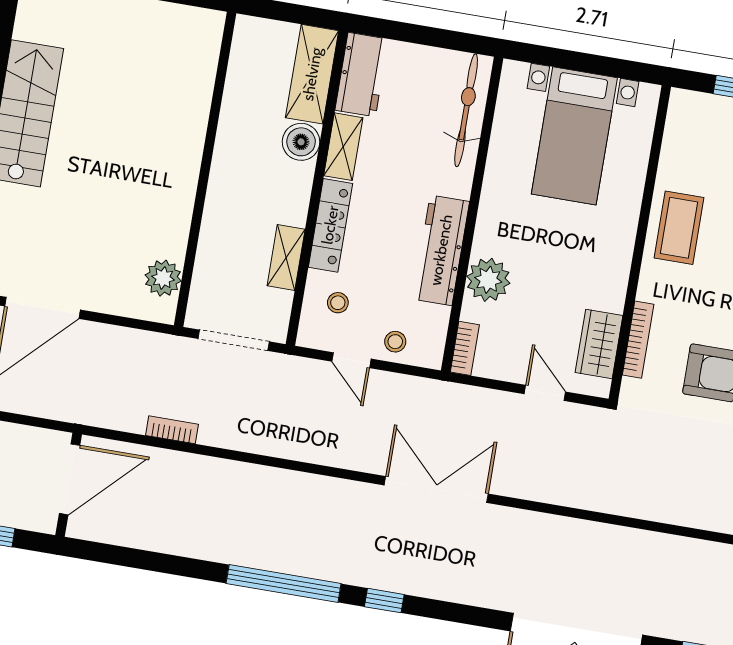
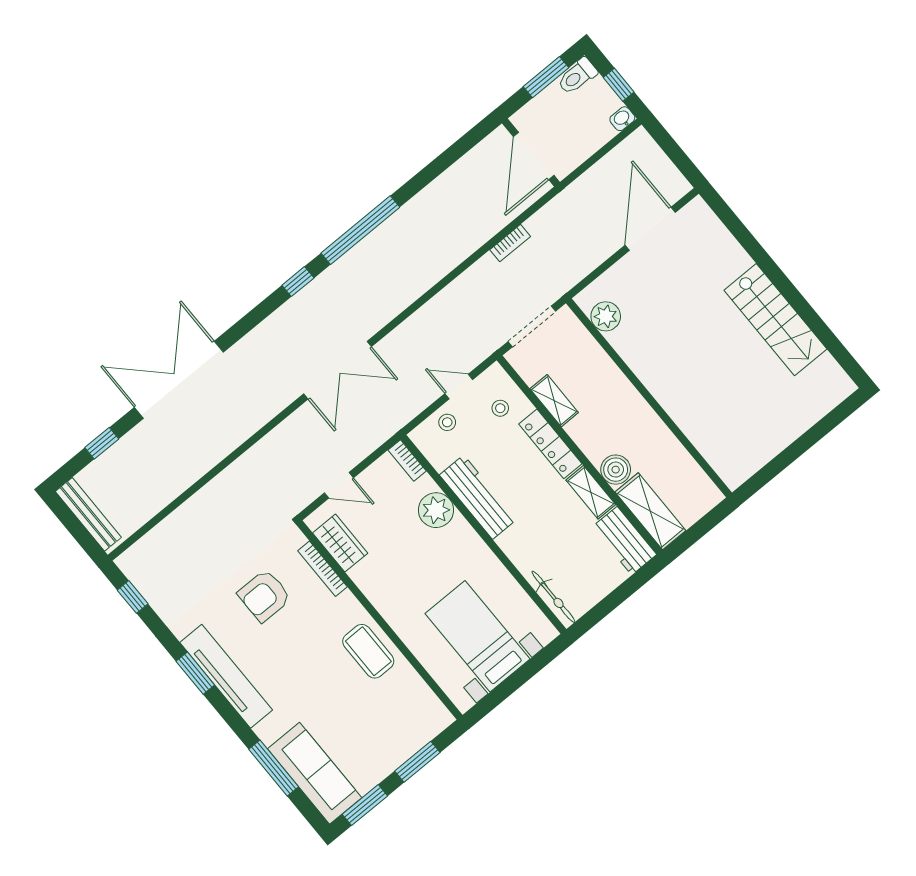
bicycle: (466, 110) -> (553, 597), width x0.73, depth x0.71

